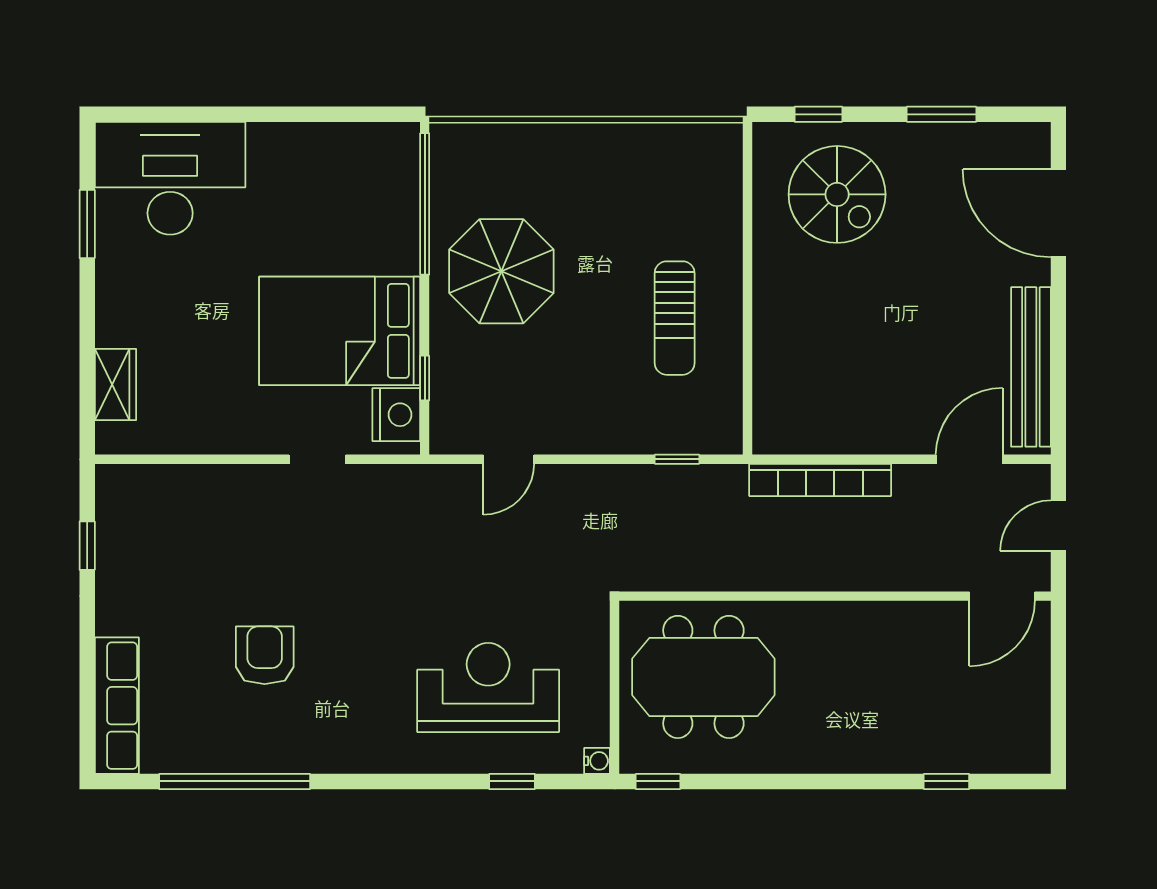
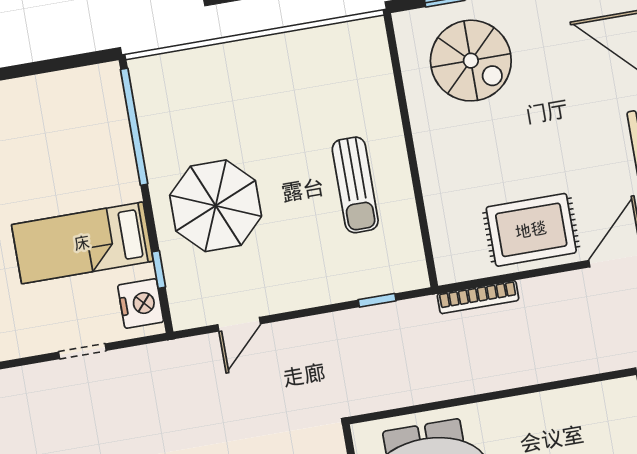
parasol: (501, 271) -> (216, 206), moved
bed: (340, 331) -> (82, 243), width x0.67
rug: (874, 407) -> (531, 230), added
bookcase: (820, 480) -> (478, 297), width x0.68, depth x0.76

